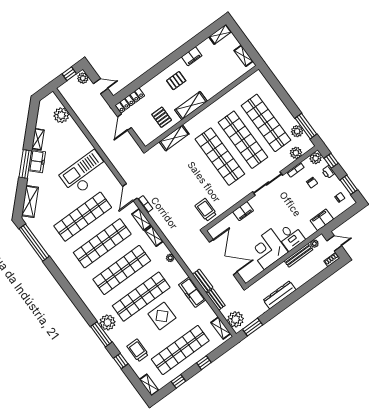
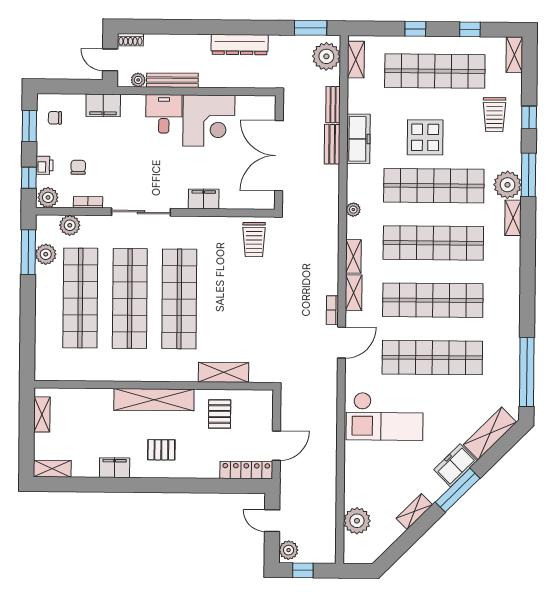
shelving: (191, 106) -> (154, 400), width x1.47
freezer: (37, 161) -> (455, 465), moved
shelving: (94, 309) -> (513, 218), added

